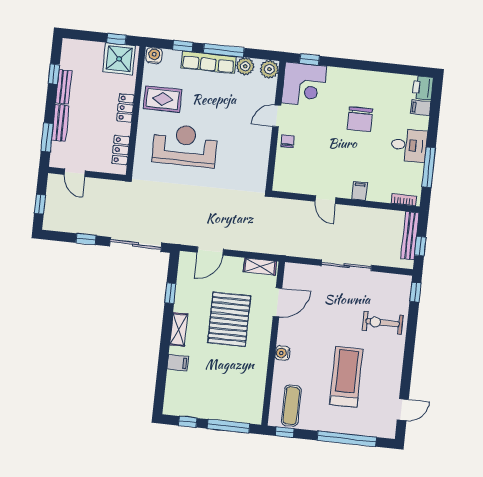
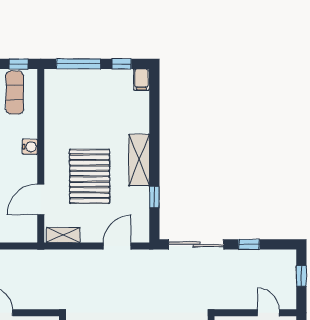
shelving: (179, 329) -> (139, 160), width x1.50, depth x1.33
filing cabinet: (178, 363) -> (141, 79), moved, turned -90

